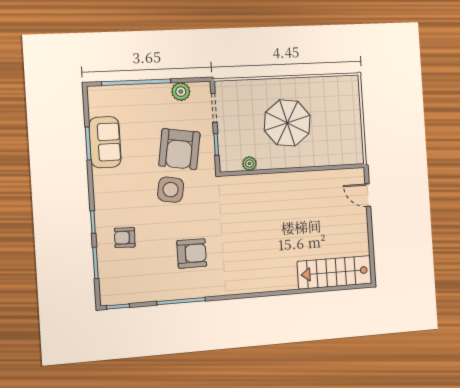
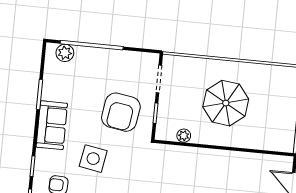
plant: (181, 92) -> (65, 53), moved
sofa: (105, 142) -> (52, 125), moved
side table: (171, 190) -> (93, 159), moved

